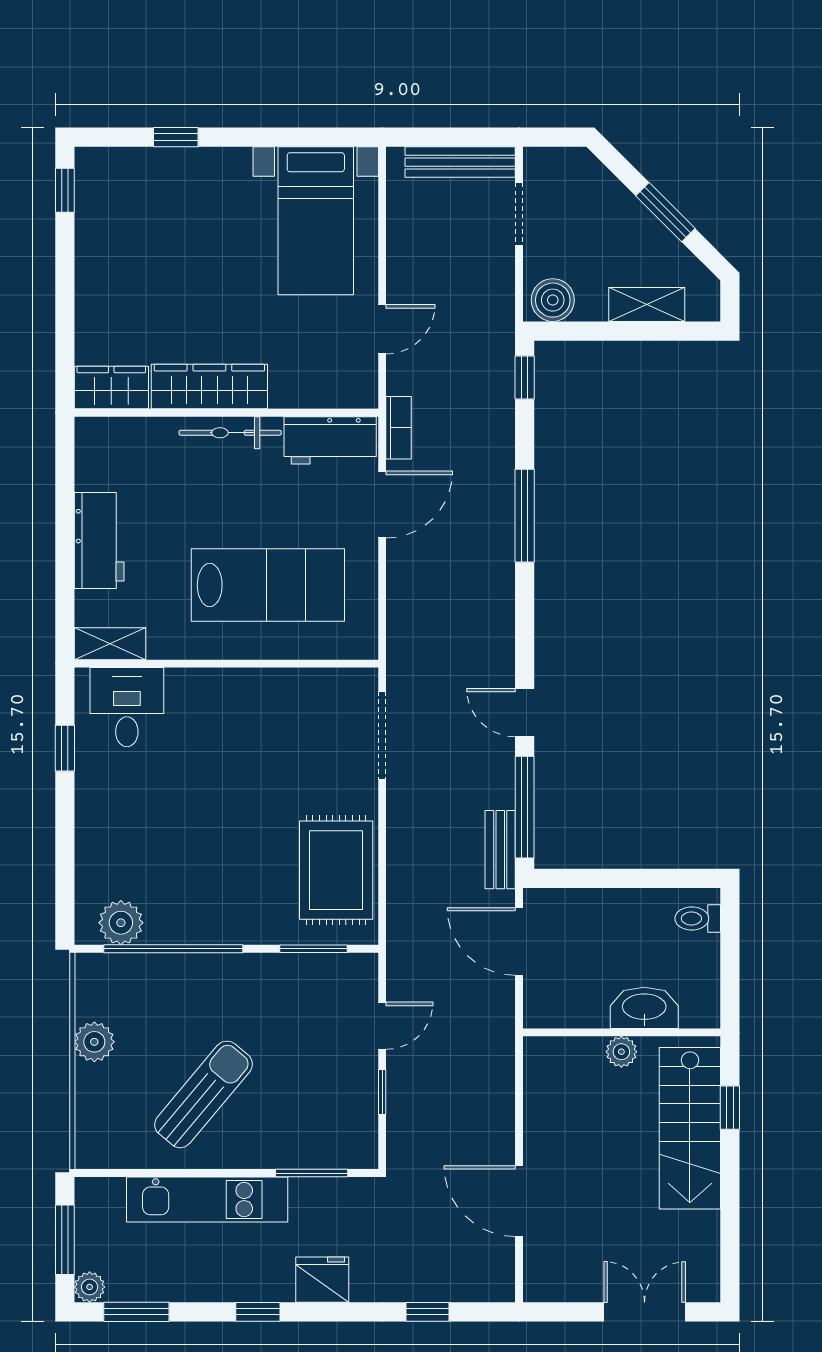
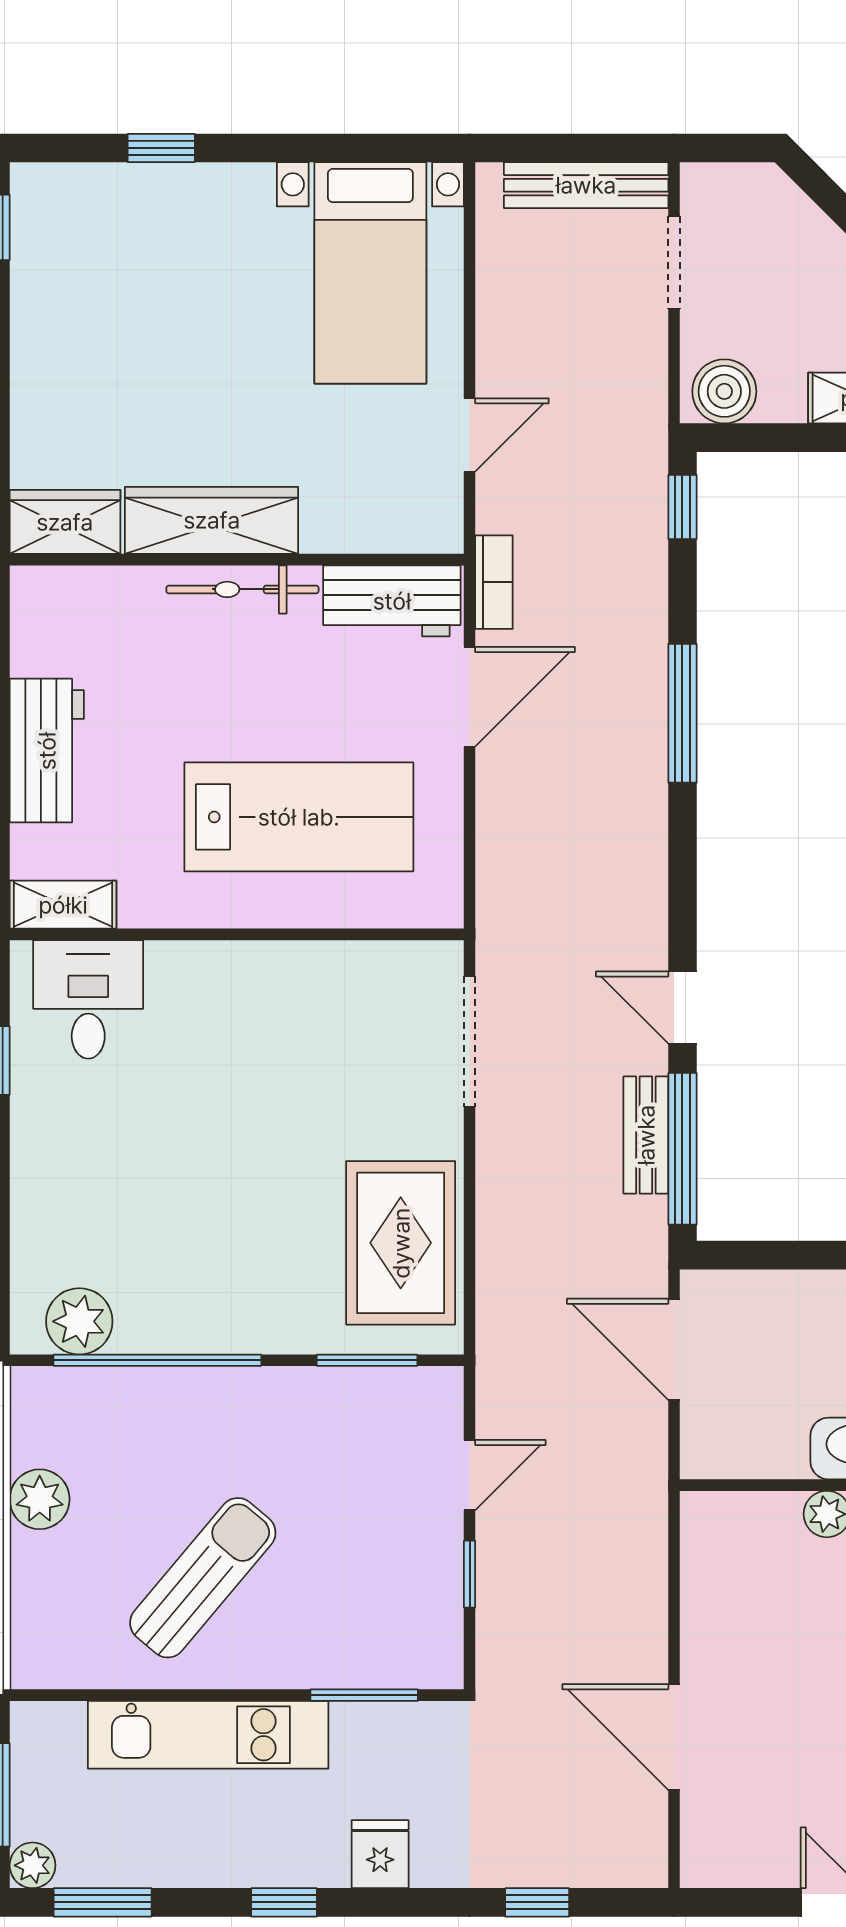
bench: (500, 850) -> (646, 1135), moved
fridge: (322, 1280) -> (380, 1854), width x0.72

